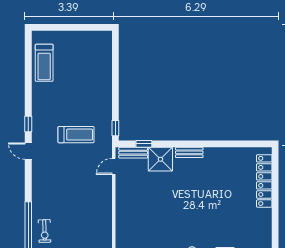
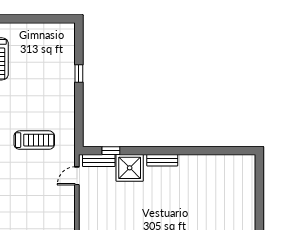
window: (115, 128) -> (79, 73), moved
locker: (264, 181) -> (247, 192), removed

